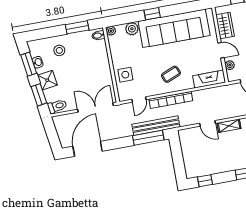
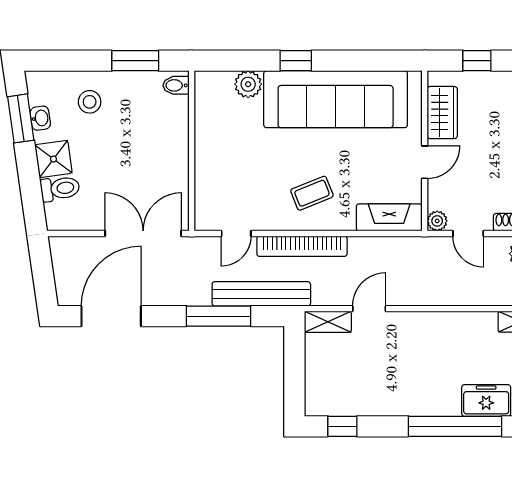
plant: (111, 31) -> (204, 81), removed
door: (221, 50) -> (425, 162), hinge flipped
plant: (230, 65) -> (437, 221), moved
side table: (125, 75) -> (217, 177), removed
window: (39, 95) -> (30, 186), removed
toilet: (57, 106) -> (60, 189), moved
door: (208, 123) -> (369, 309), swing flipped
shelving: (229, 126) -> (328, 322), moved
window: (148, 138) -> (218, 316), moved

